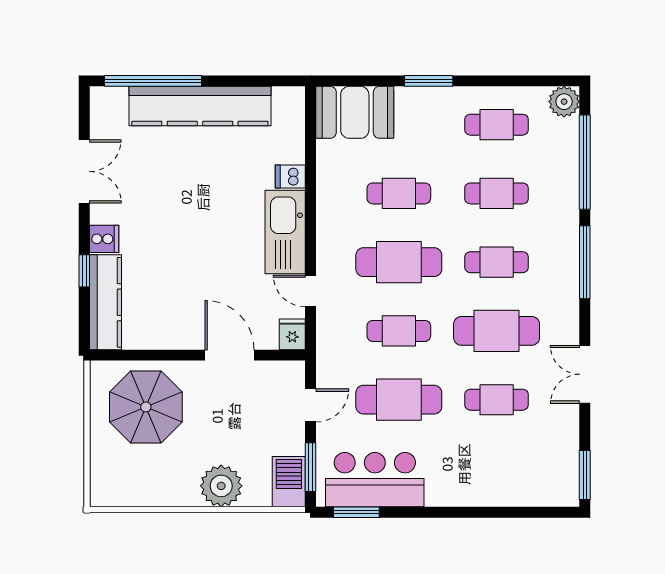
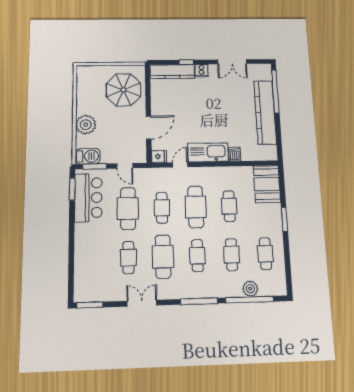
plant: (564, 102) -> (250, 289), moved

